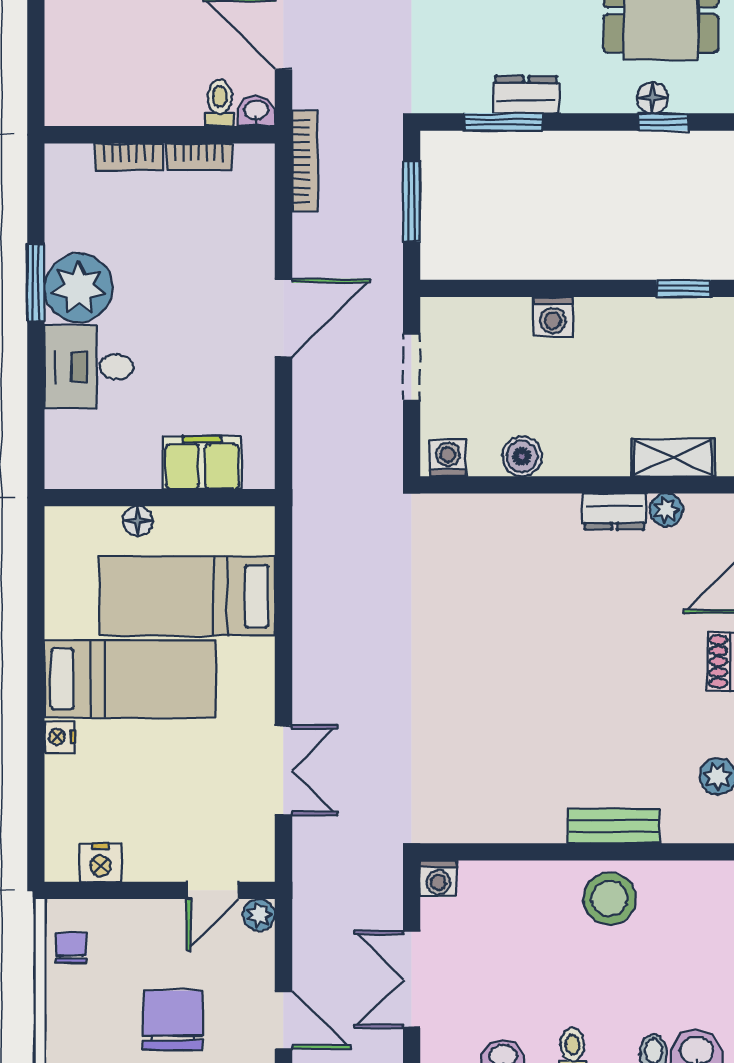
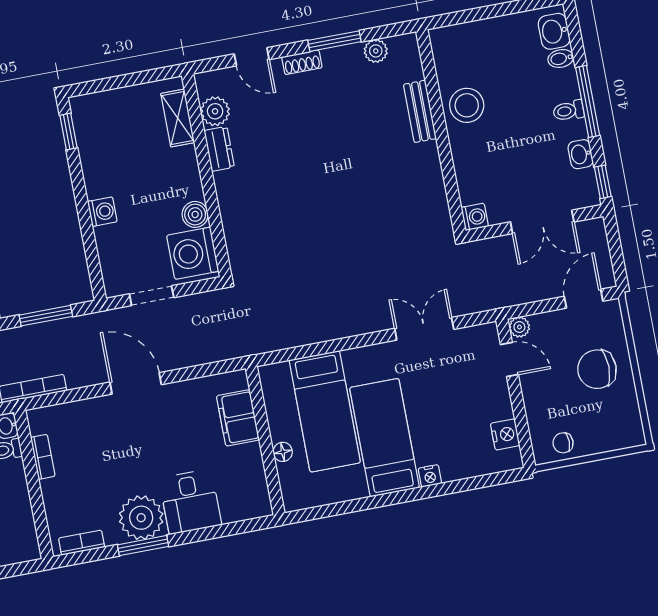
bookcase: (129, 157) -> (82, 543), moved, turned -90
washing machine: (448, 458) -> (193, 253), width x1.89, depth x1.89
plant: (666, 510) -> (215, 111), width x1.38, depth x1.38

